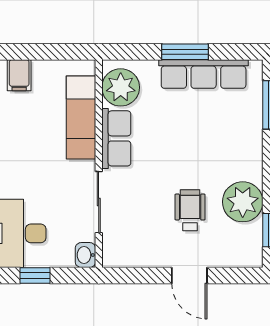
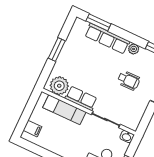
row of seats: (204, 74) -> (107, 39), moved, turned 90
plant: (243, 202) -> (134, 49), width x0.53, depth x0.53
wheelchair: (190, 210) -> (129, 80), turned 180

